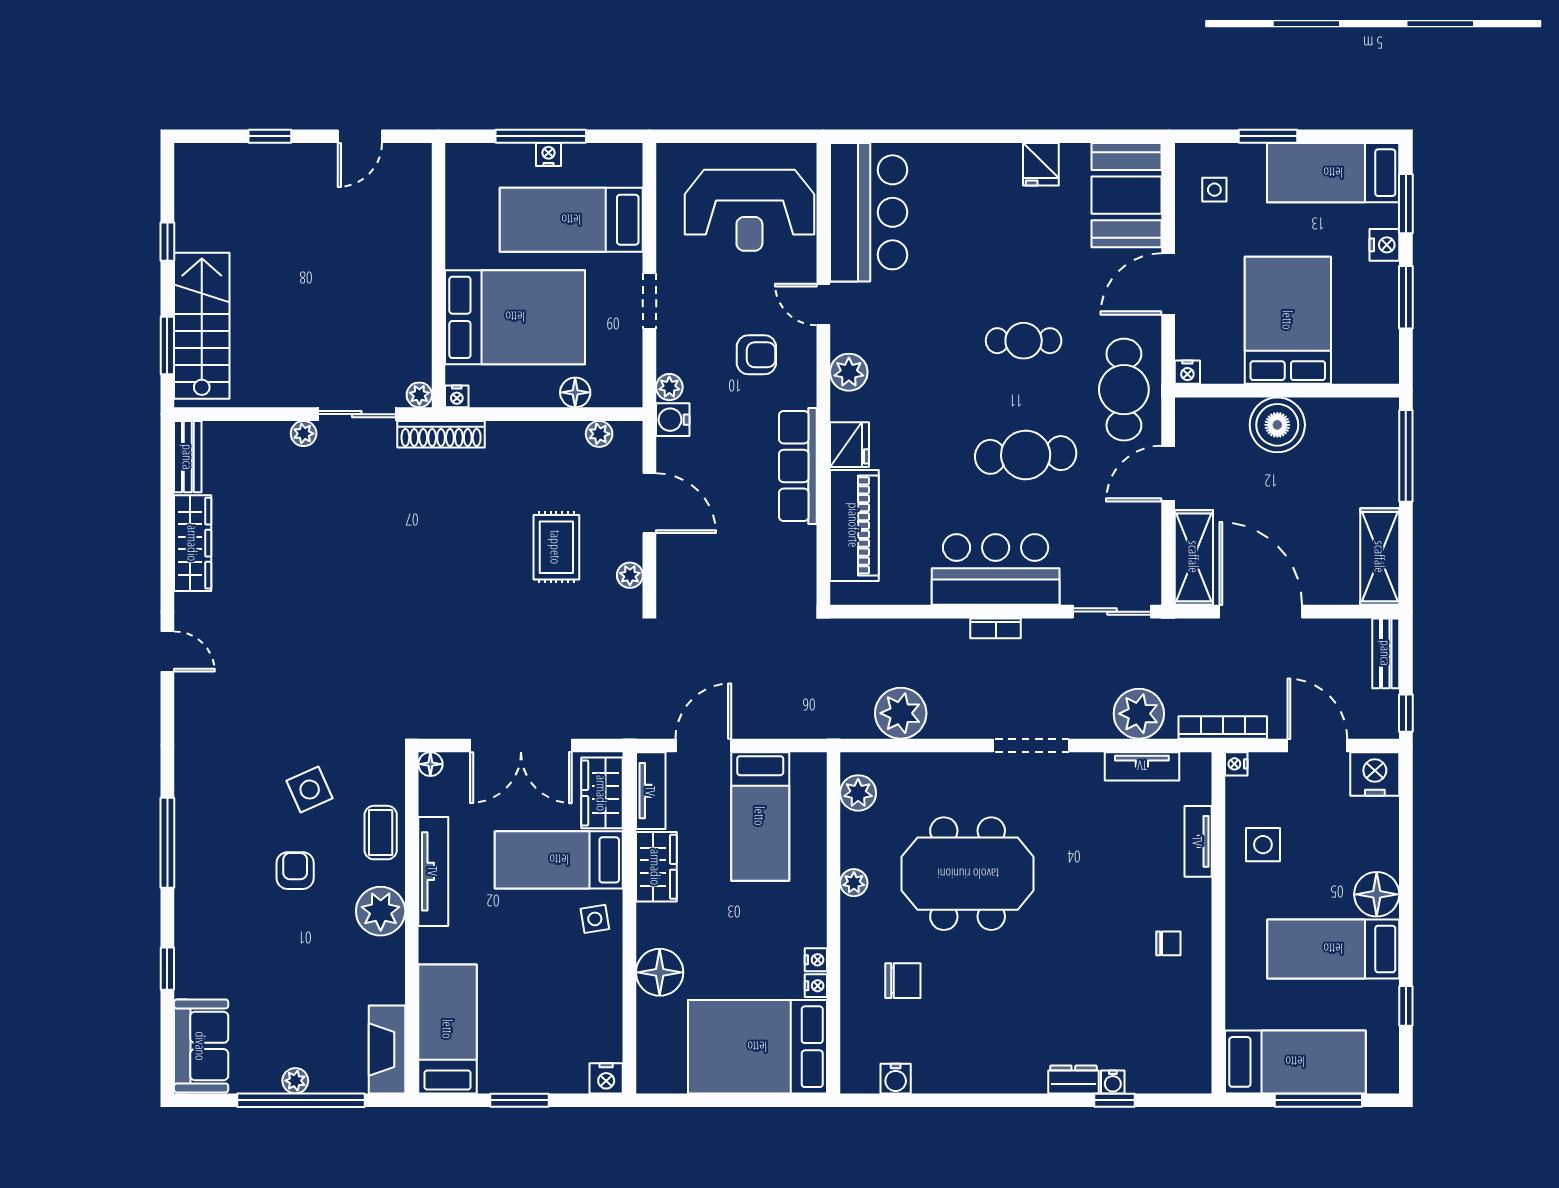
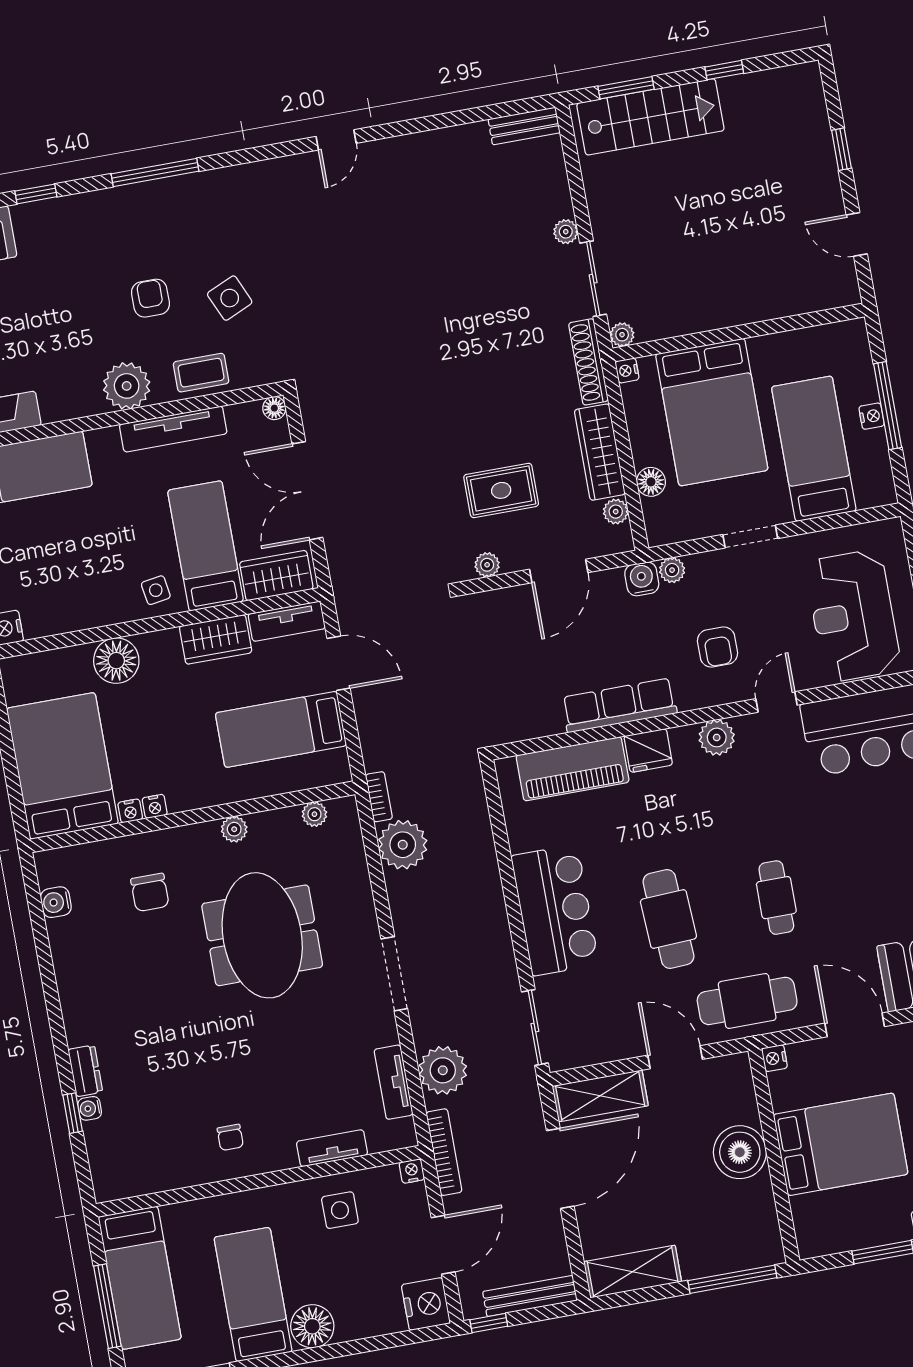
wardrobe: (193, 543) -> (600, 452), moved, turned 90
bookcase: (996, 628) -> (379, 797), moved, turned 180
bench: (1386, 653) -> (530, 1296), width x1.36
plant: (858, 793) -> (314, 814), width x0.73, depth x0.73
armchair: (295, 871) -> (150, 298), turned -90

